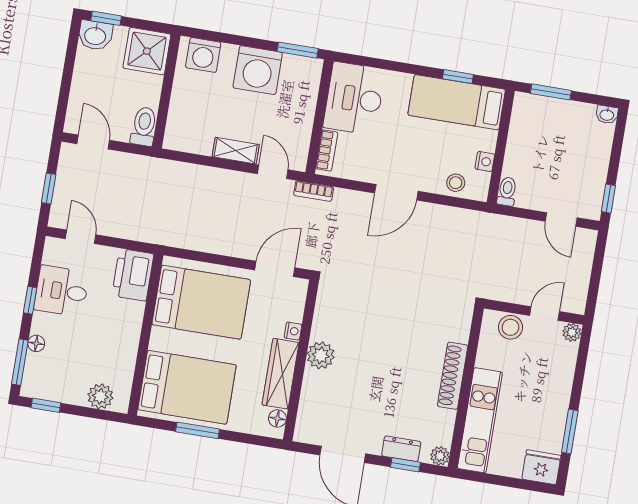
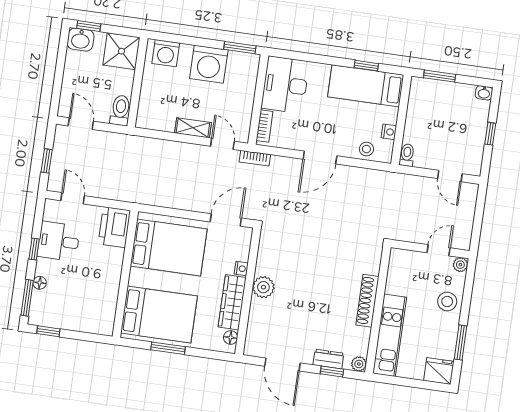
window: (608, 199) -> (490, 134), moved
stool: (510, 327) -> (447, 302), moved
plant: (100, 396) -> (91, 323), removed

